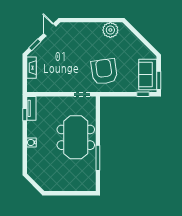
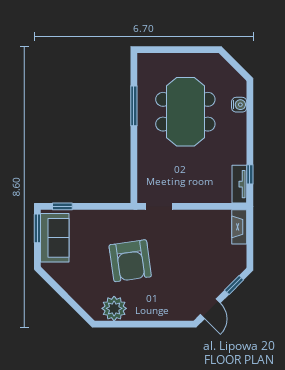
fireplace: (31, 68) -> (239, 227), moved
armchair: (104, 72) -> (130, 261), moved
meeting table: (76, 137) -> (185, 112), moved
water cooler: (32, 142) -> (239, 105), moved

